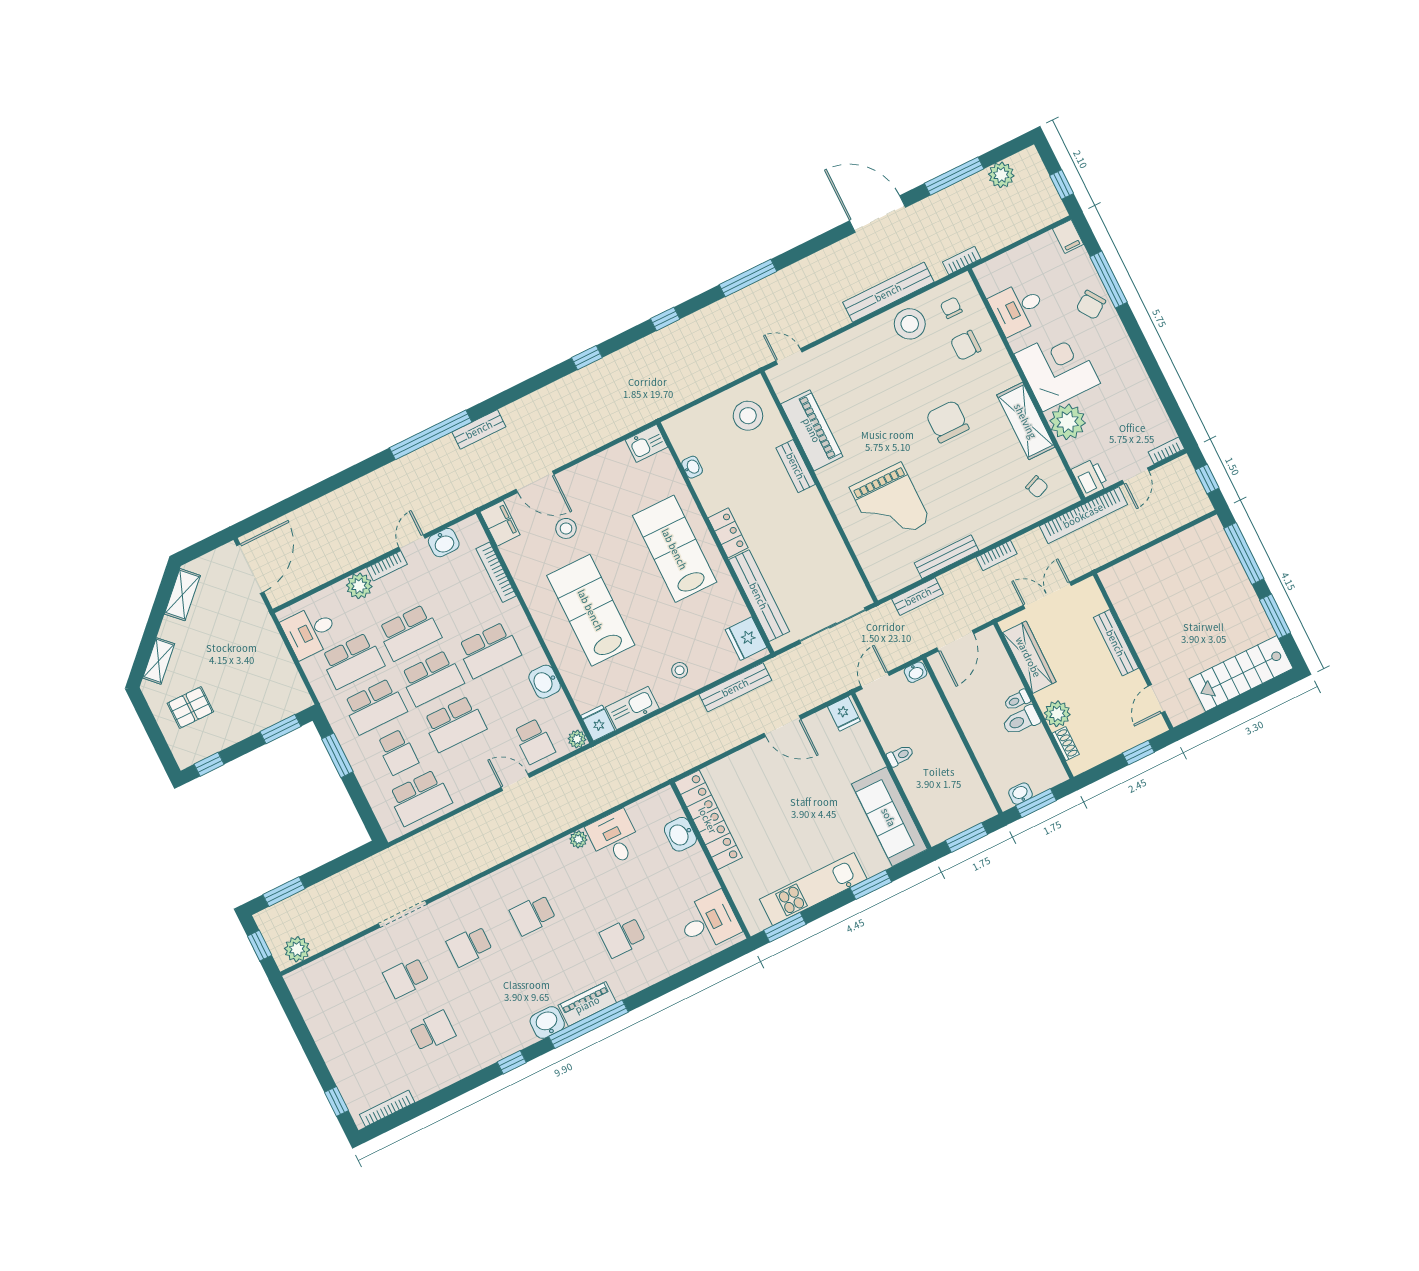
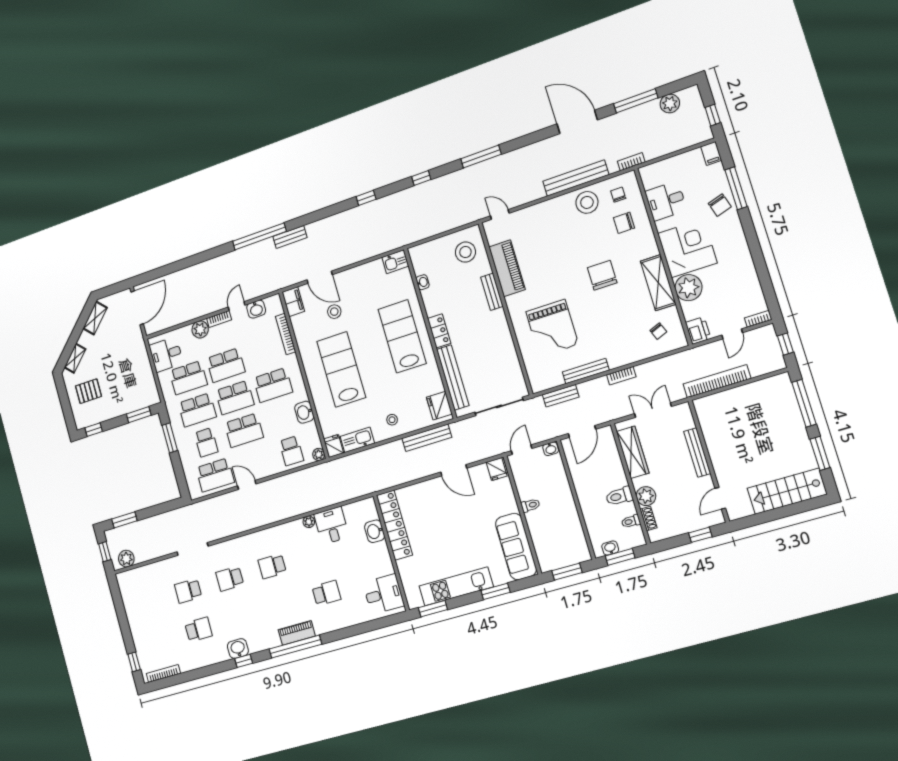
chair: (1091, 305) -> (720, 205), turned -73
bookcase: (1083, 515) -> (717, 381), moved, turned 180
toilet: (1017, 700) -> (631, 521), moved
door: (515, 782) -> (247, 485), moved
school desk: (623, 937) -> (326, 593), turned 180
washbasin: (547, 1023) -> (238, 649), moved

